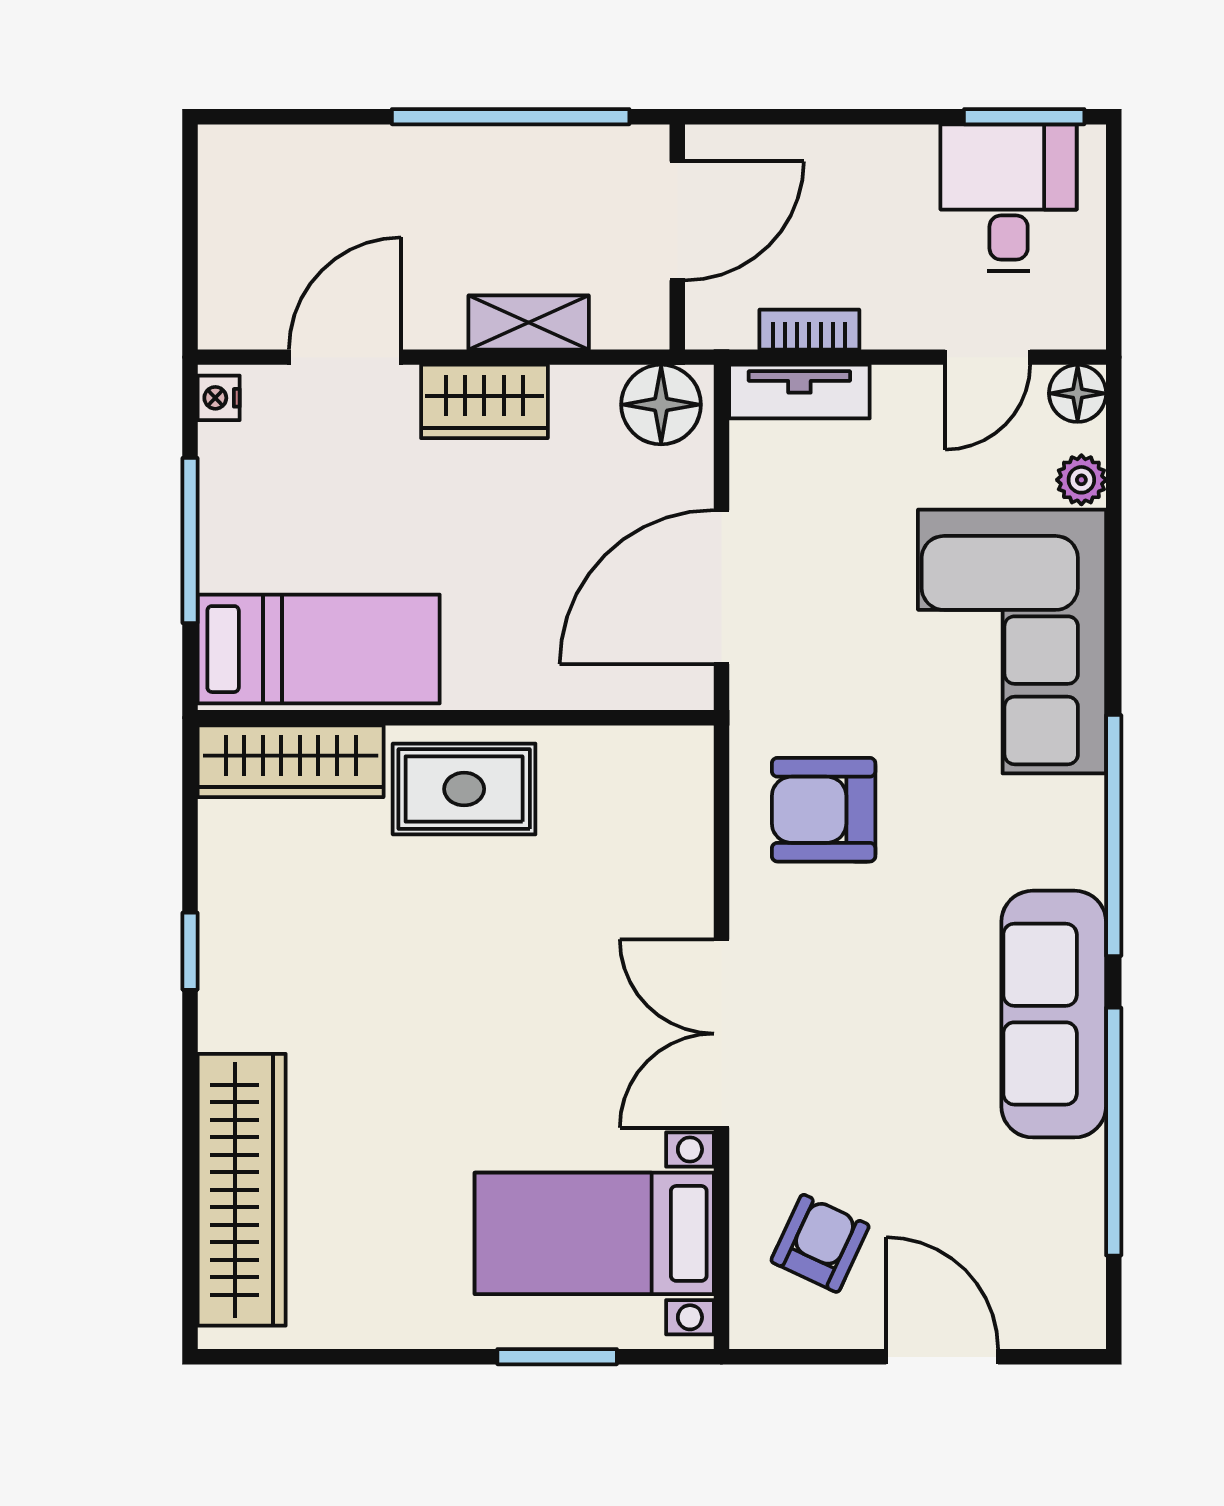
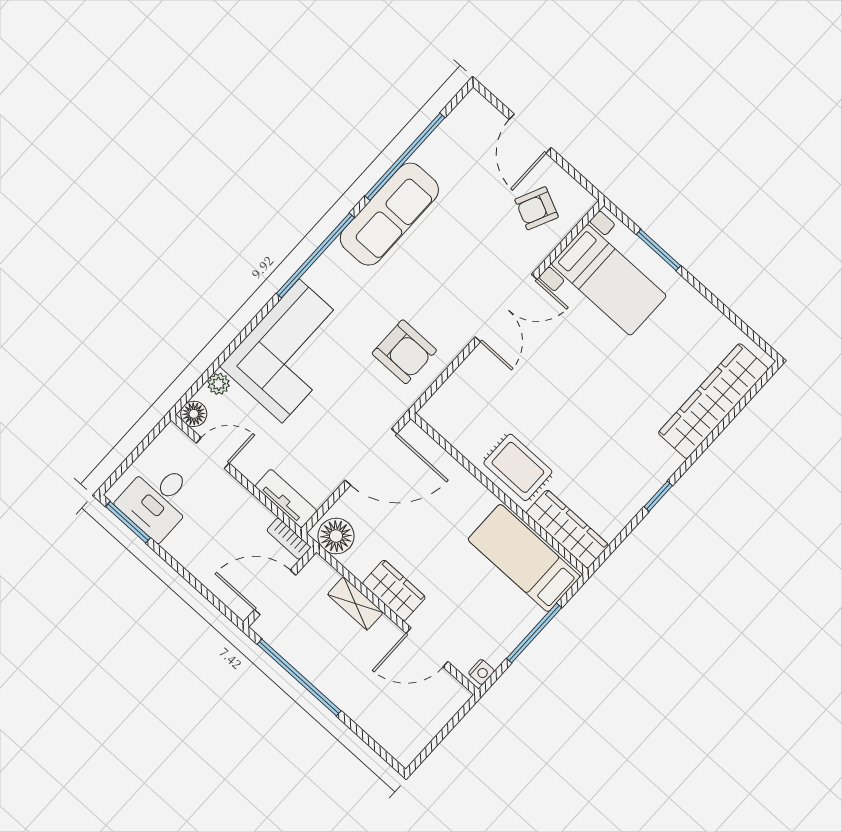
bookcase: (809, 330) -> (289, 539), moved

